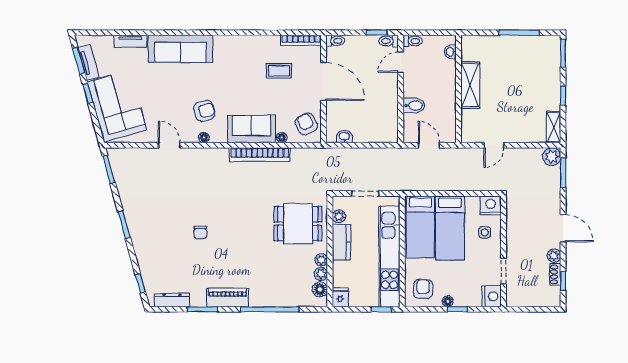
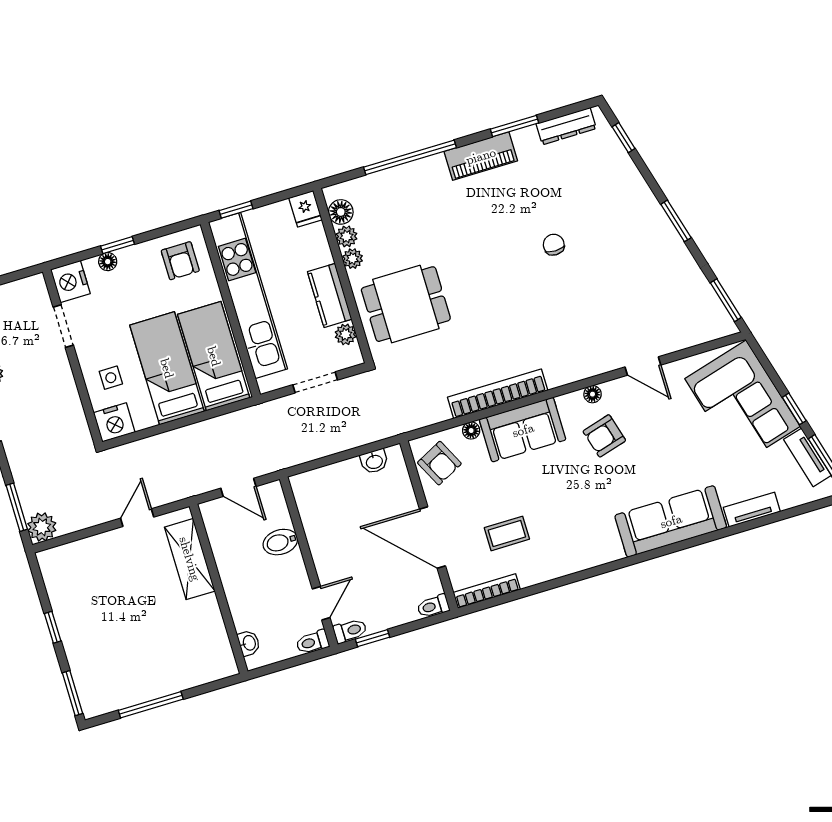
shelving: (470, 85) -> (190, 559), moved
shelving: (554, 127) -> (53, 574), removed
floor lamp: (448, 301) -> (108, 262), moved

